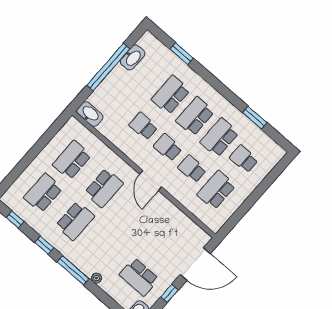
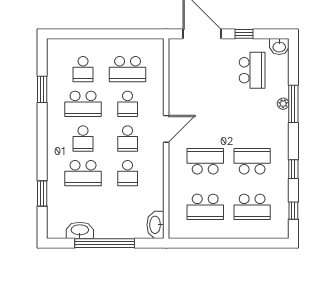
school desk: (195, 116) -> (83, 139), width x0.54
window: (73, 270) -> (293, 104), moved

